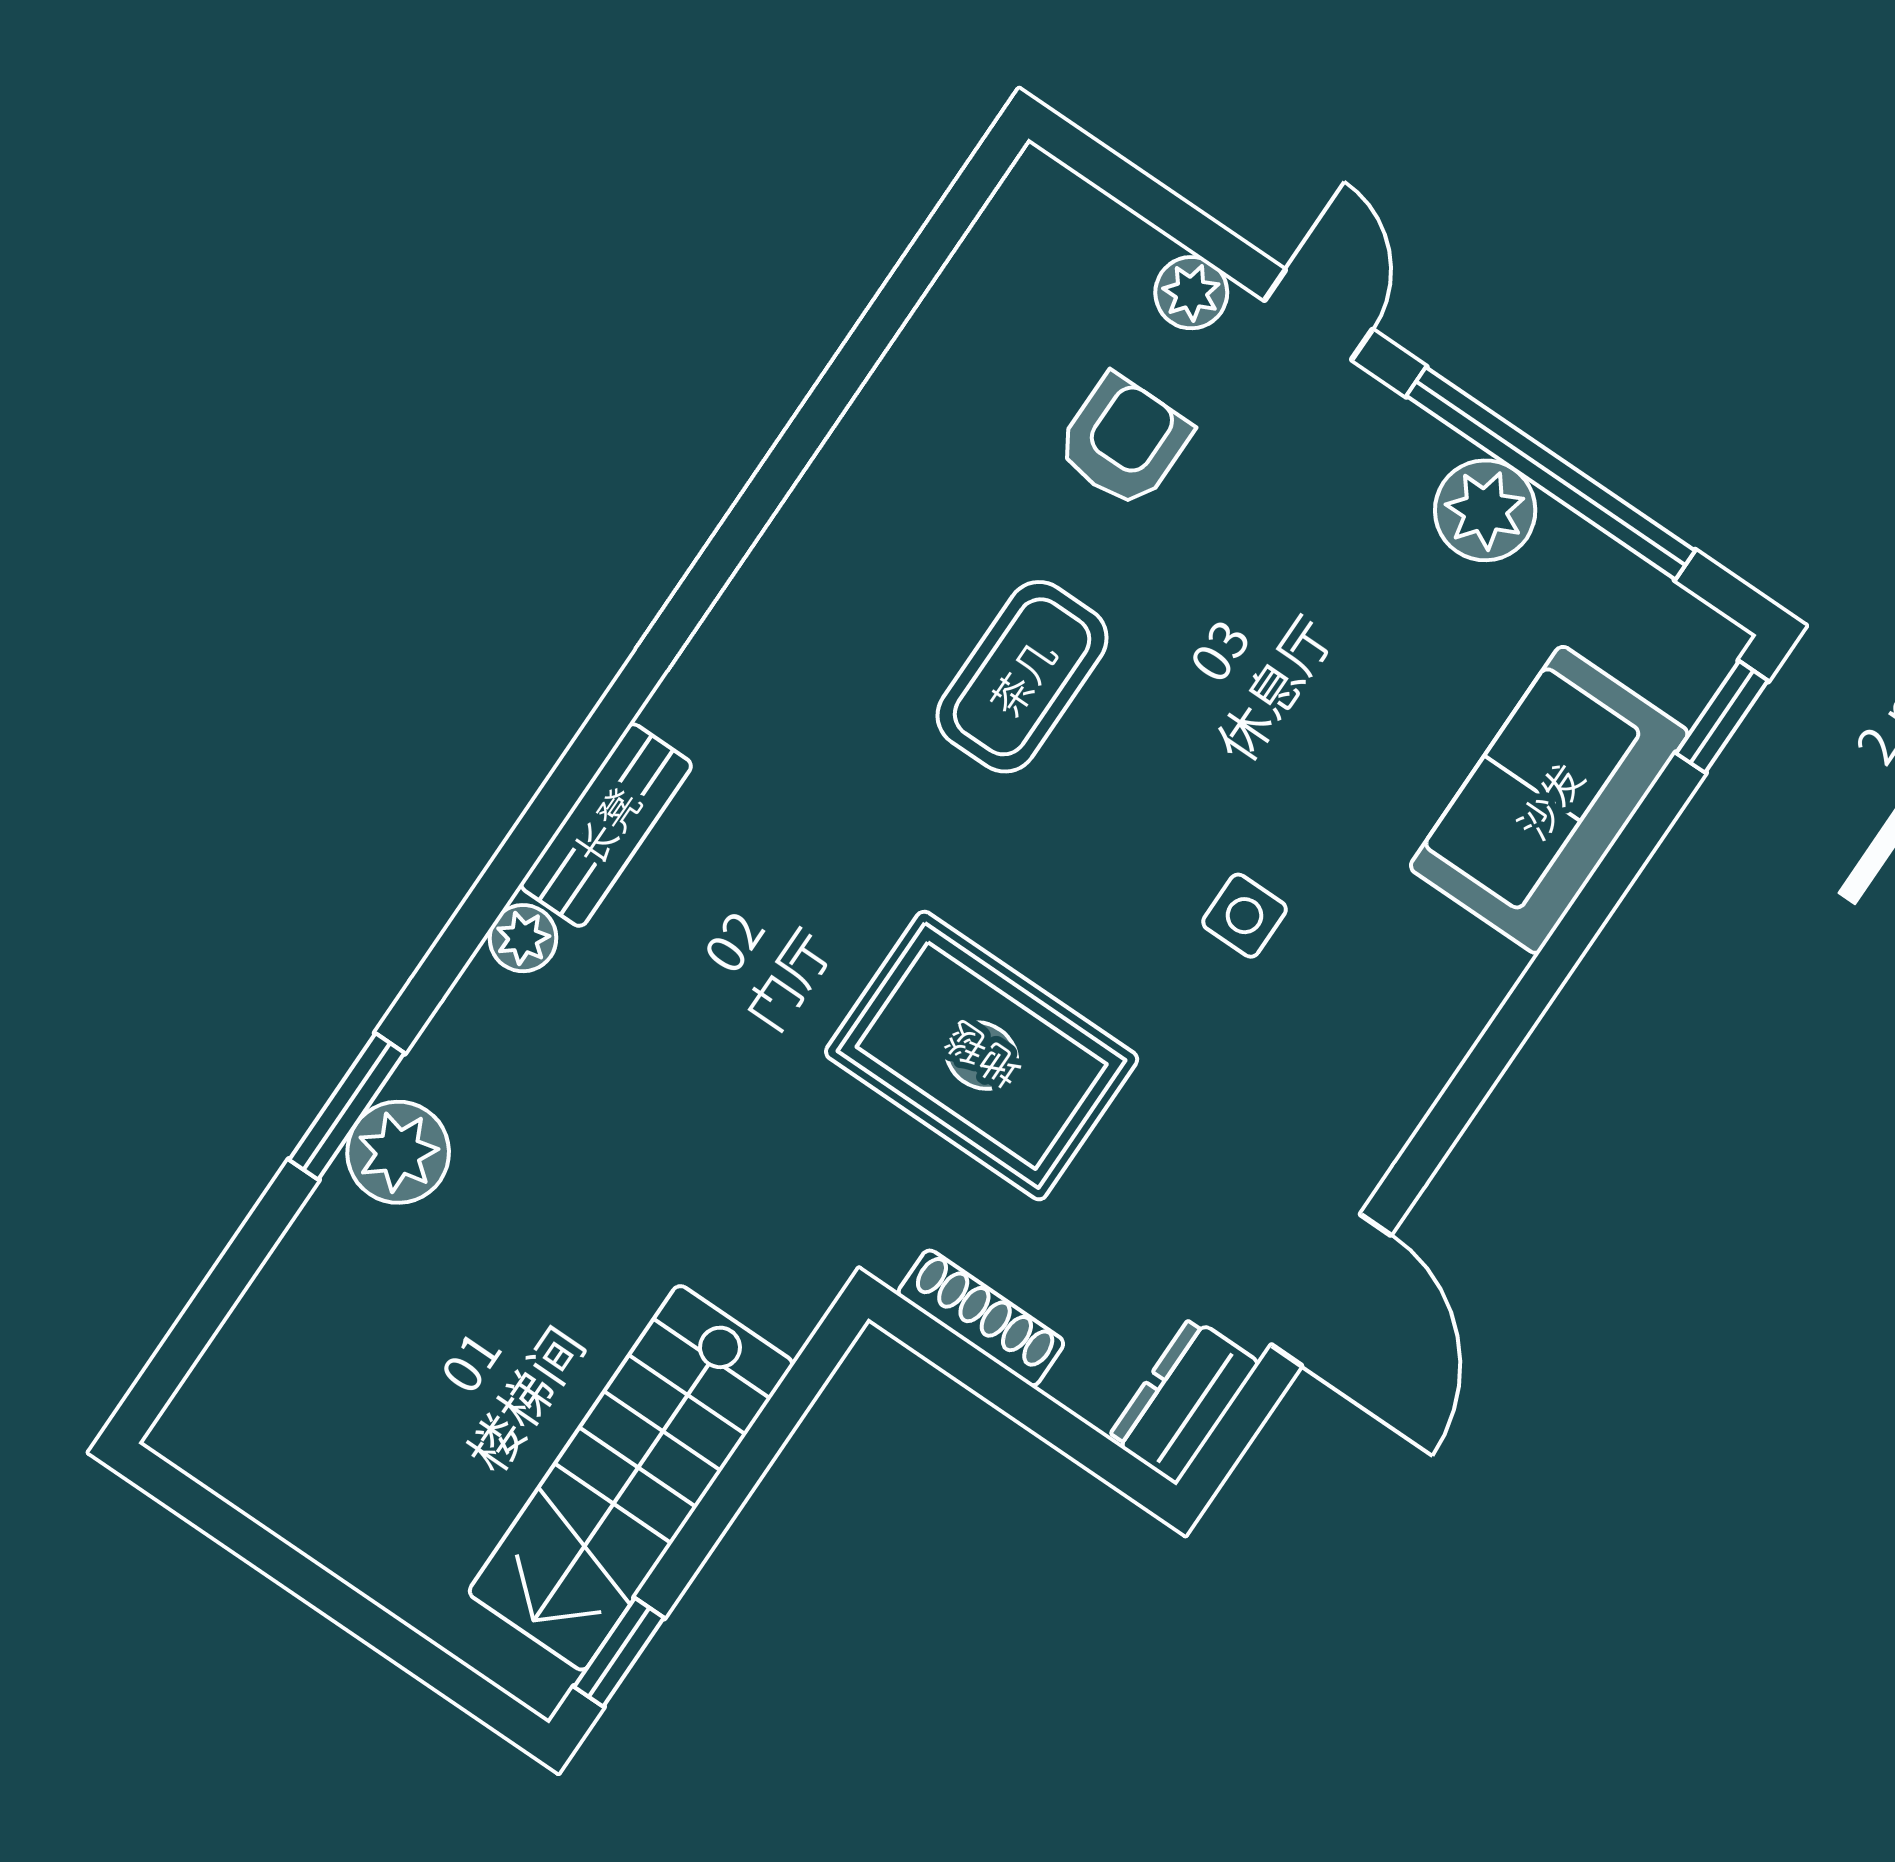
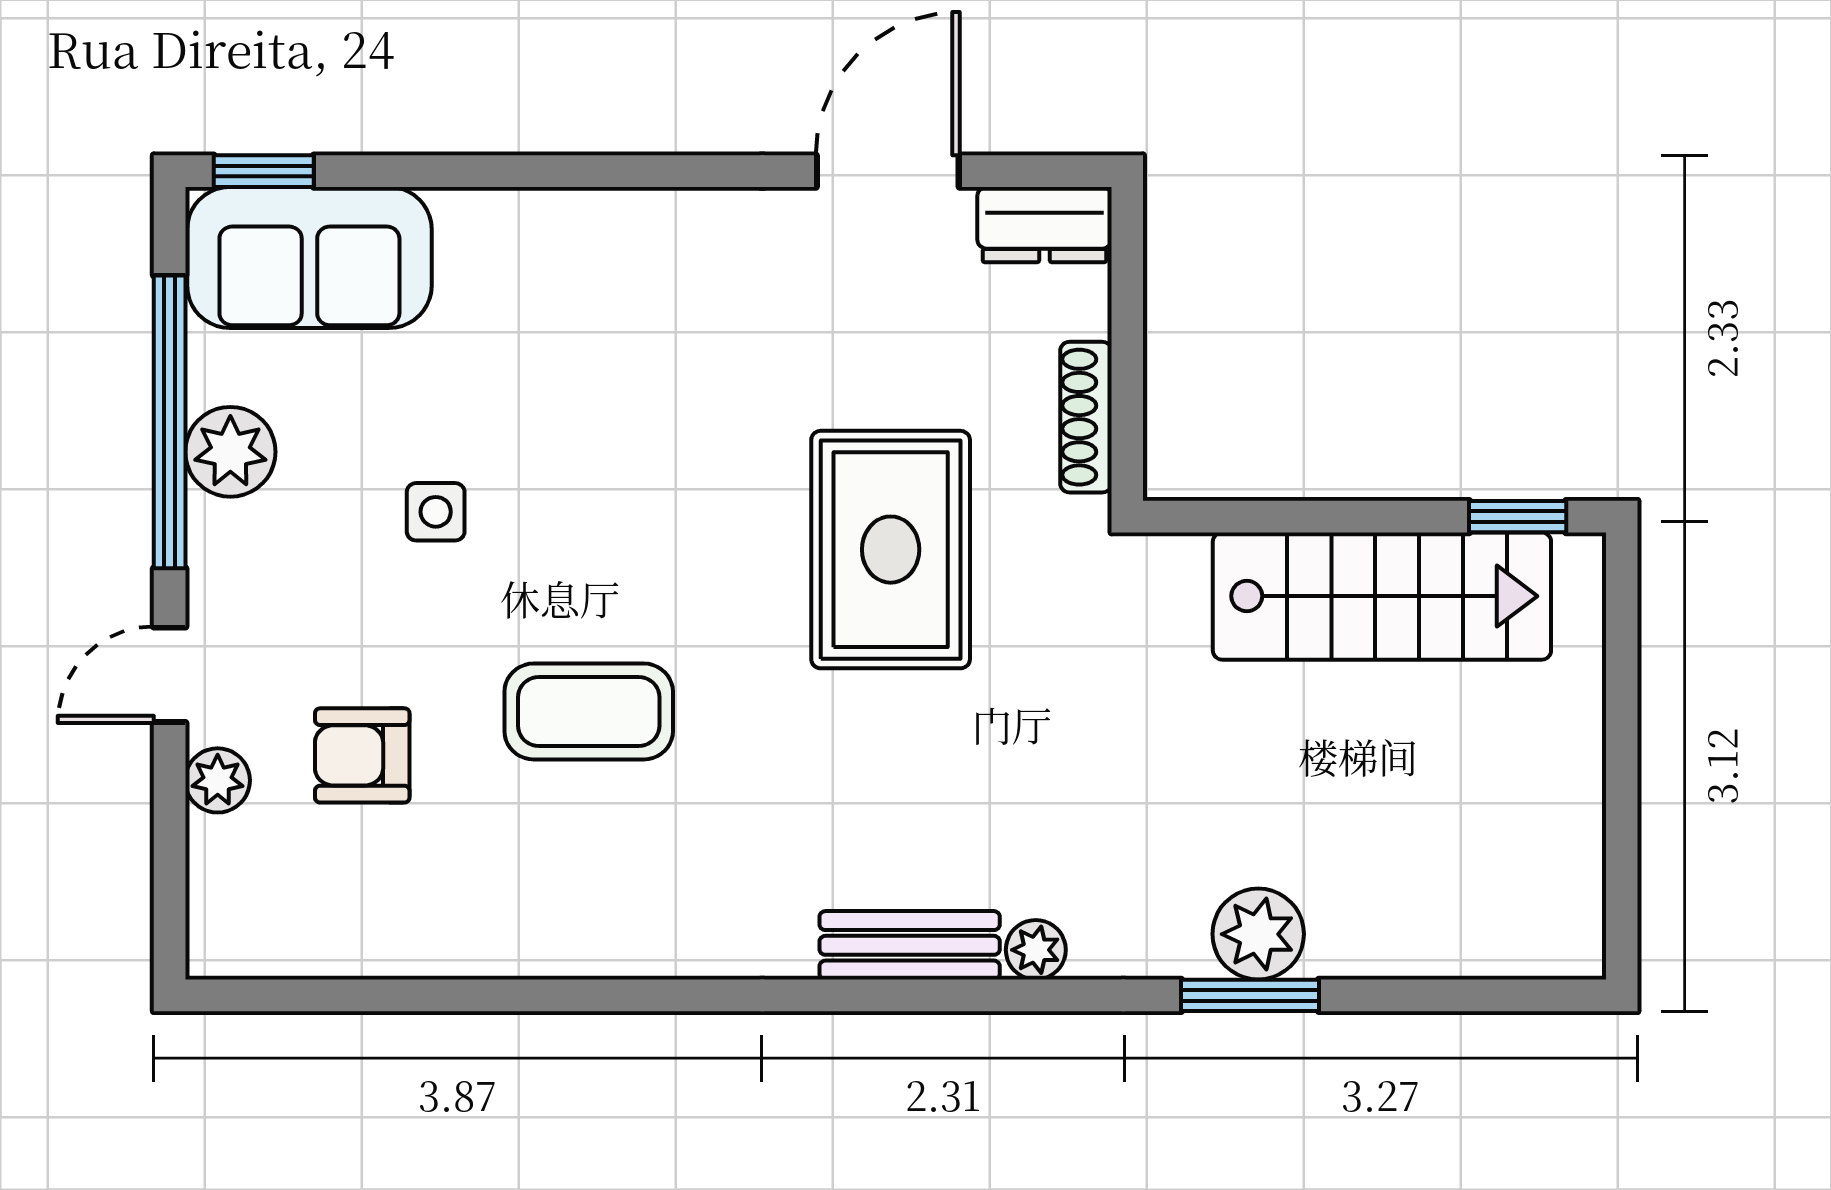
sofa: (1549, 800) -> (309, 257), moved
side table: (1245, 916) -> (436, 512), moved

